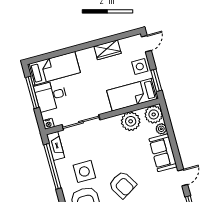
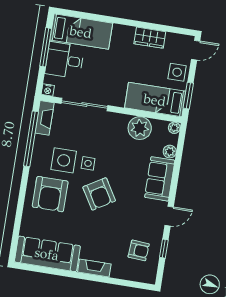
plant: (154, 114) -> (174, 128), width x0.53, depth x0.53
side table: (104, 165) -> (88, 163), added

